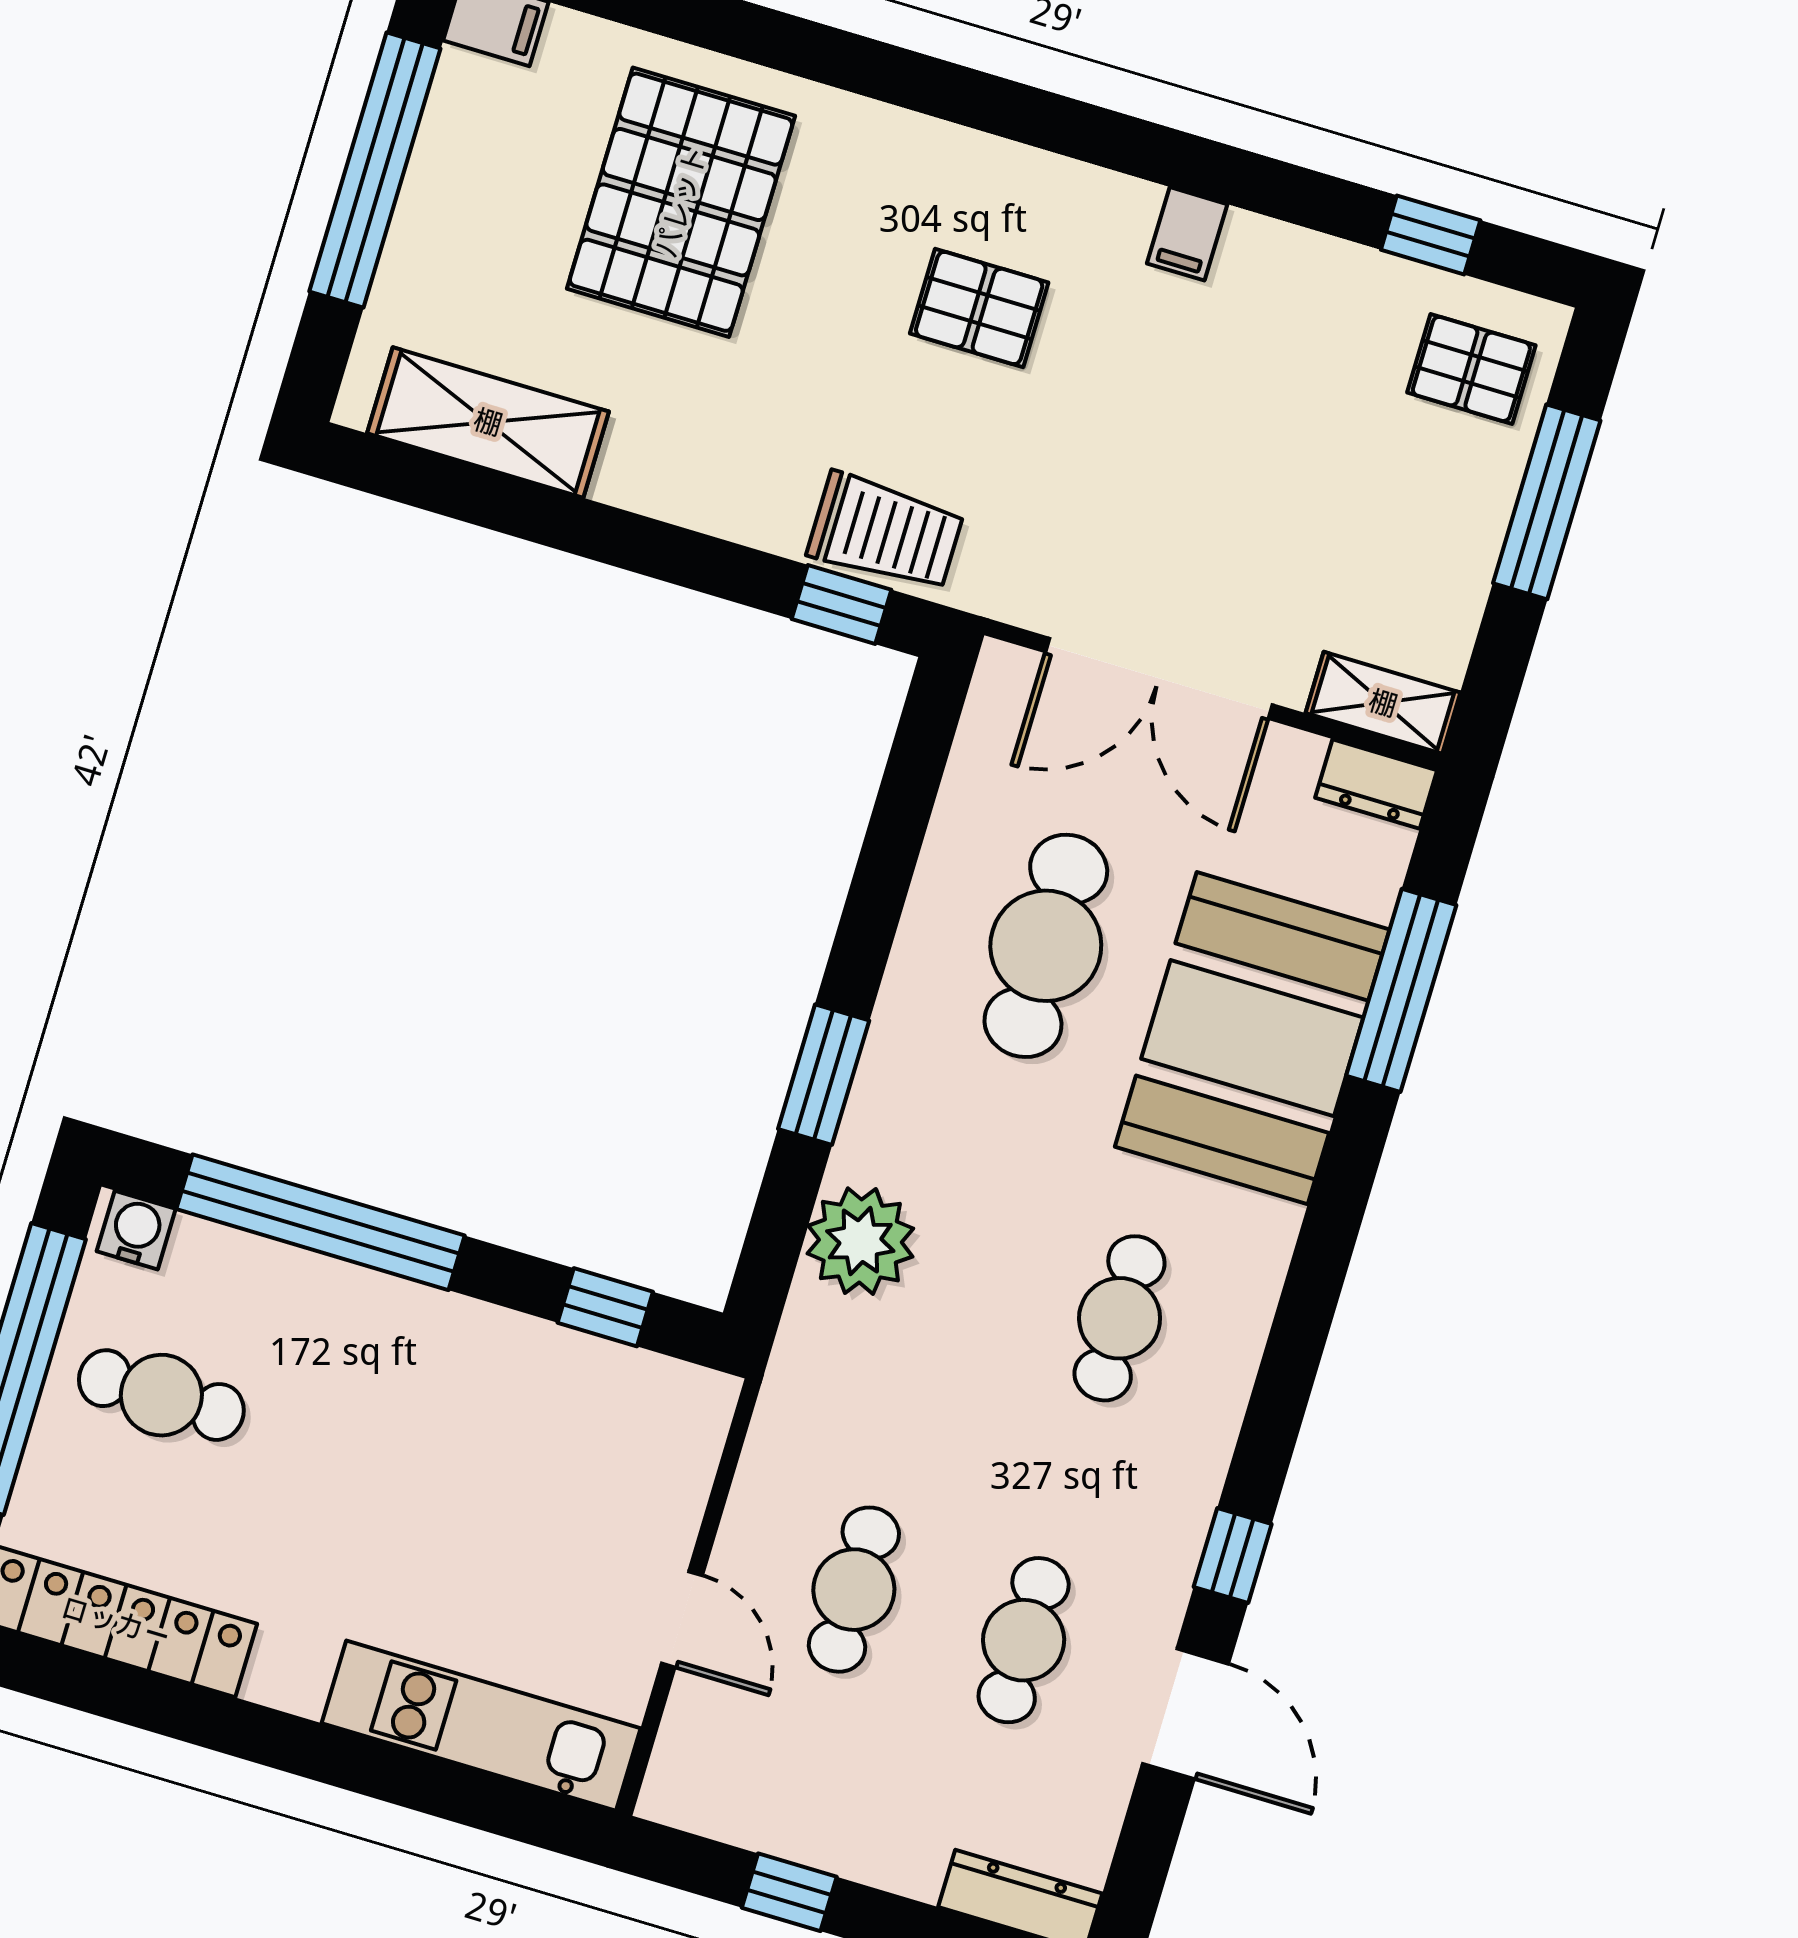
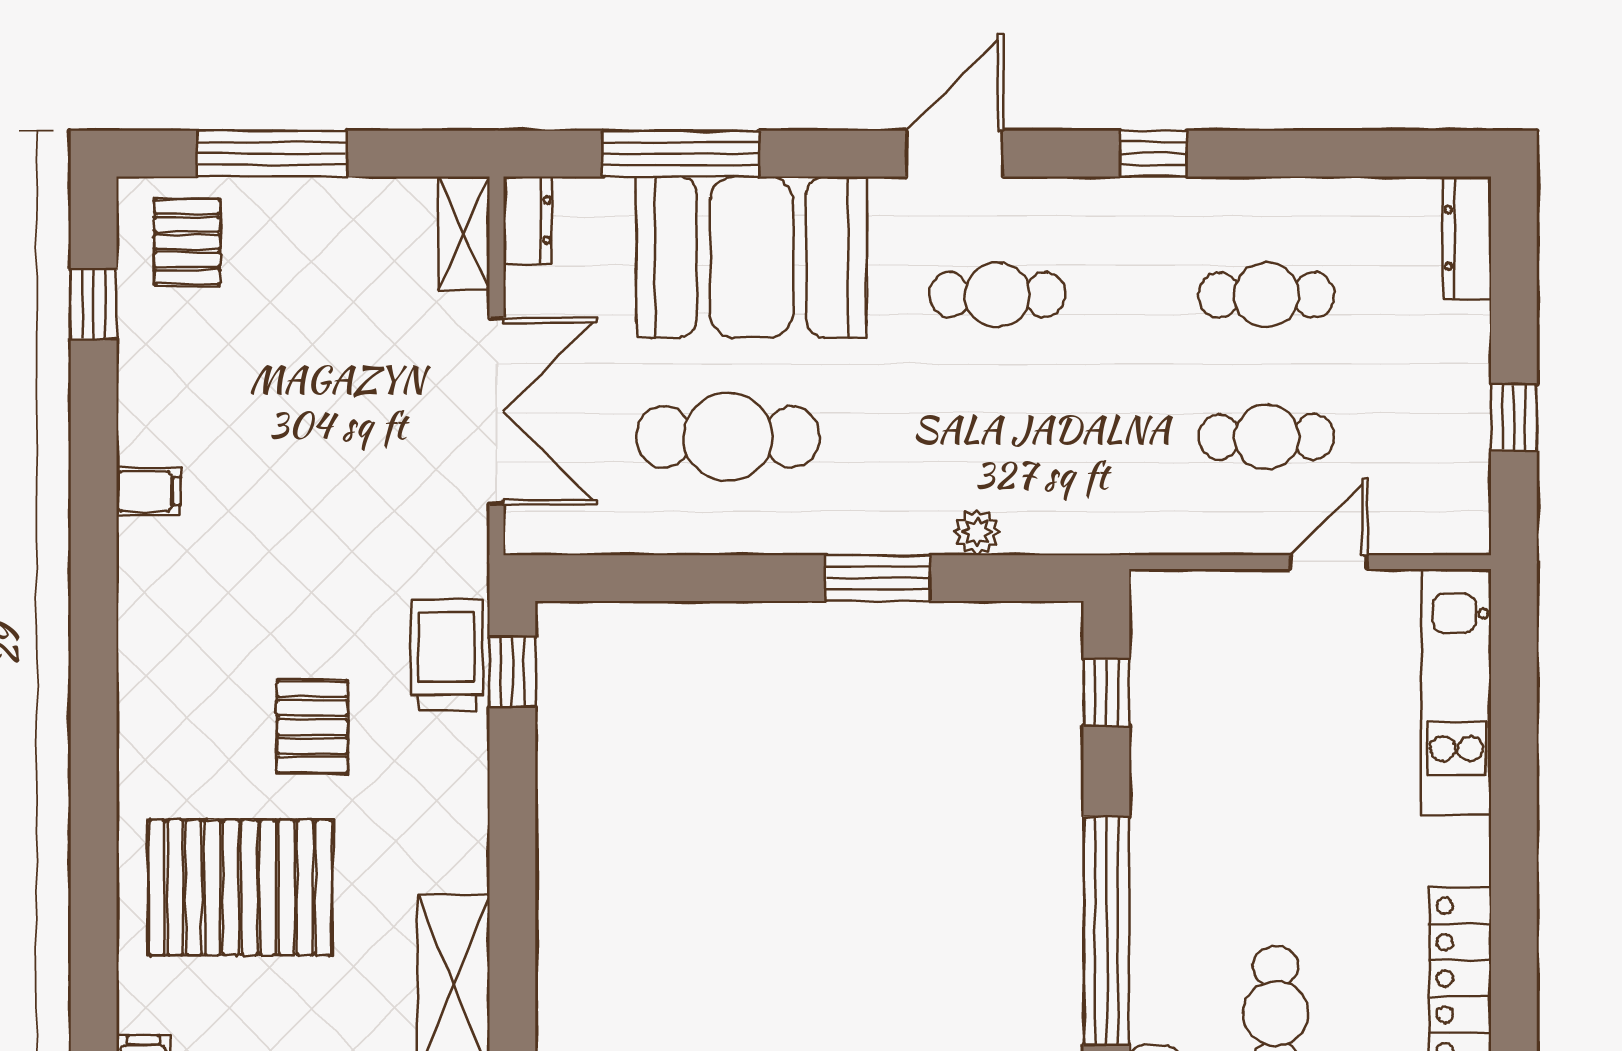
pallet: (979, 308) -> (312, 727), moved
plant: (860, 1241) -> (977, 532), width x0.53, depth x0.53
door: (1186, 1714) -> (955, 154), moved

